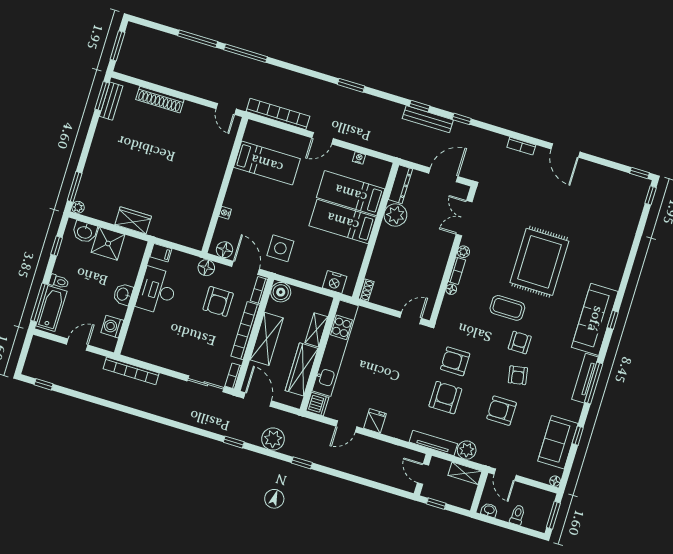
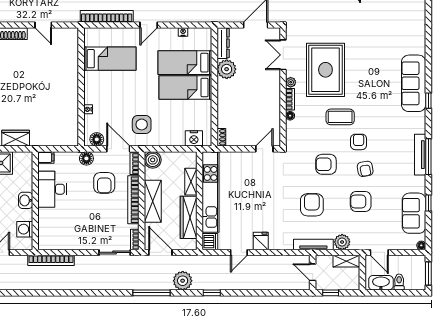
door: (226, 109) -> (43, 25), moved
rug: (539, 262) -> (325, 70), moved
sofa: (595, 319) -> (414, 83), moved
armchair: (455, 361) -> (326, 164), moved
window: (234, 442) -> (151, 293), width x2.17
washbasin: (489, 510) -> (381, 283), width x1.91, depth x1.45

